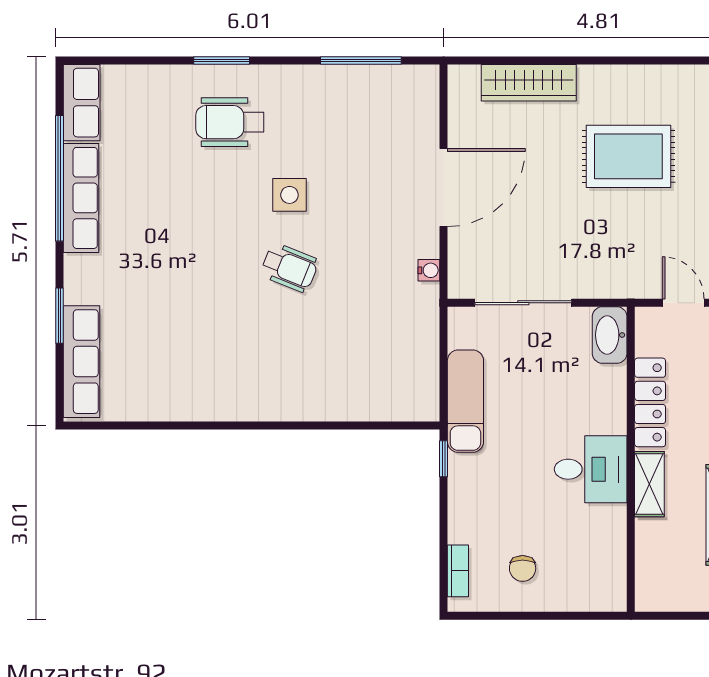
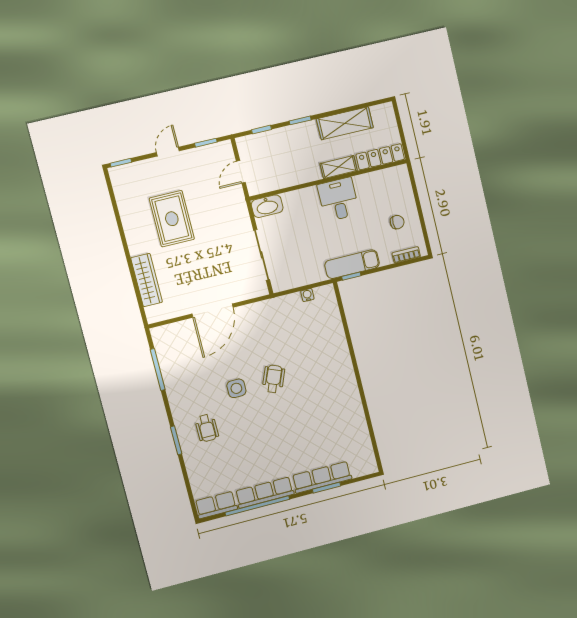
wheelchair: (230, 122) -> (207, 428), width x0.73, depth x0.73
door: (444, 188) -> (213, 311), swing flipped
water cooler: (429, 270) -> (307, 295), moved
row of seats: (81, 362) -> (322, 477), moved
exam couch: (465, 401) -> (352, 264), moved
locker: (650, 402) -> (380, 157), moved

